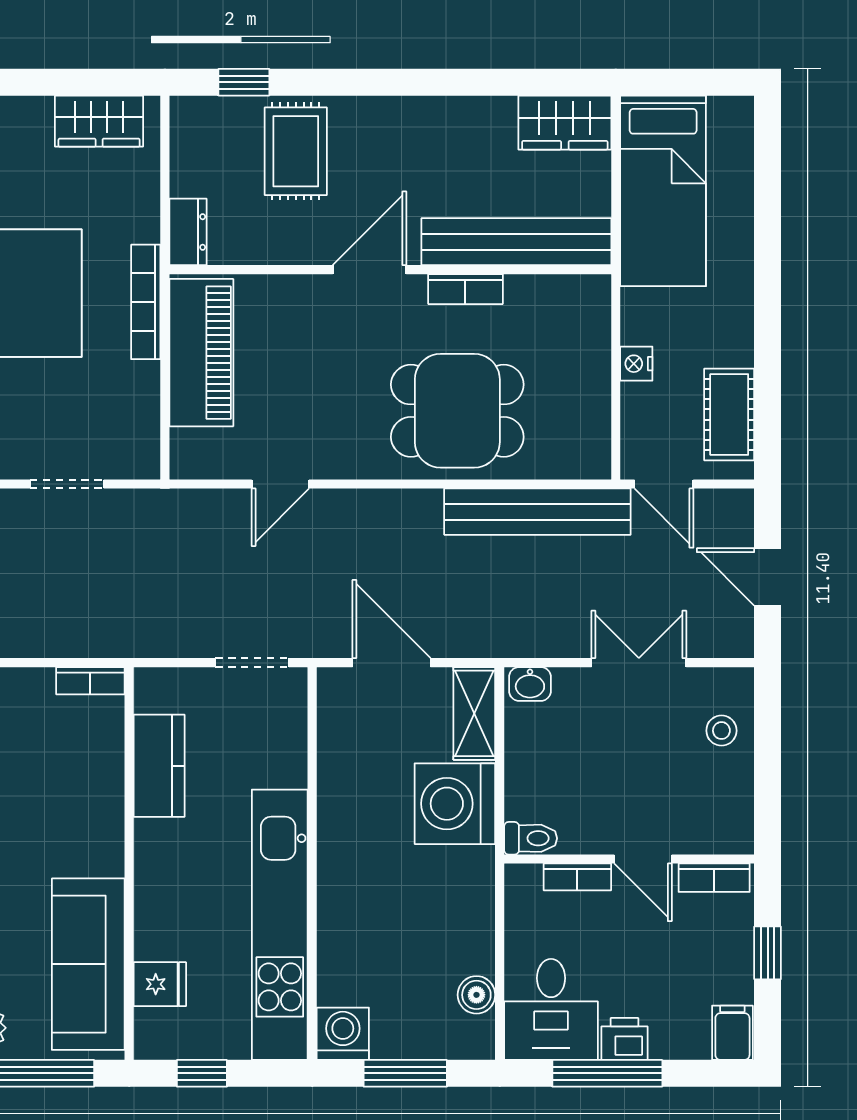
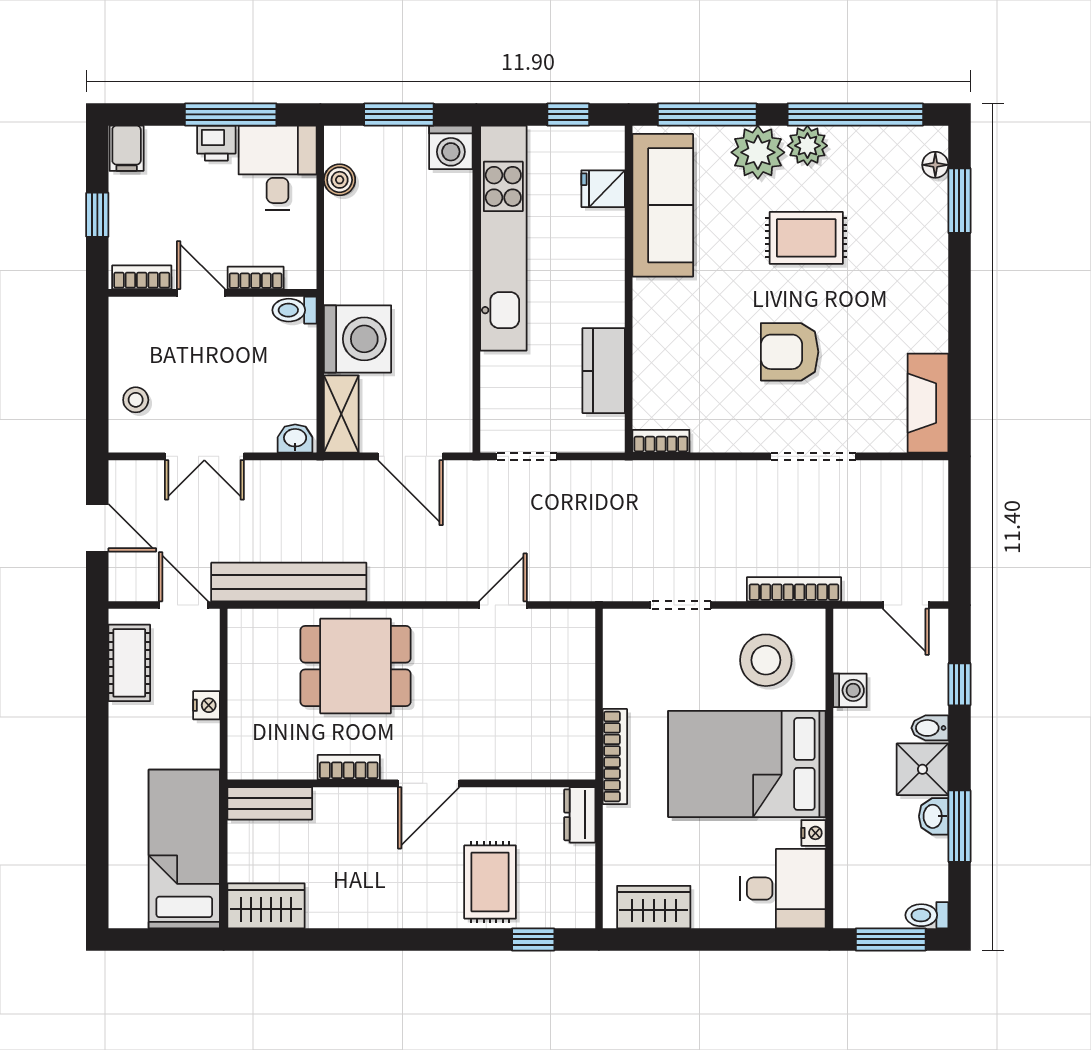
bench: (516, 242) -> (270, 803), width x0.54, depth x0.82
piano: (201, 353) -> (569, 714), removed

